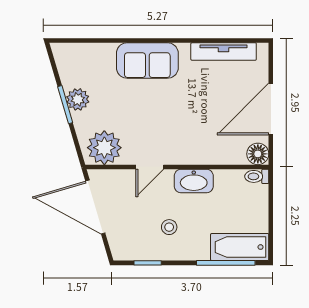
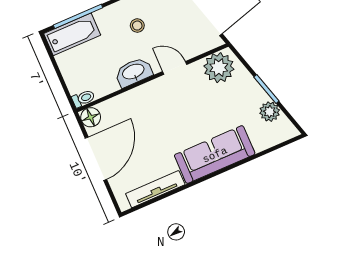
sofa: (147, 60) -> (215, 155), width x1.36
plant: (78, 99) -> (270, 112), moved
door: (150, 167) -> (175, 68), hinge flipped

